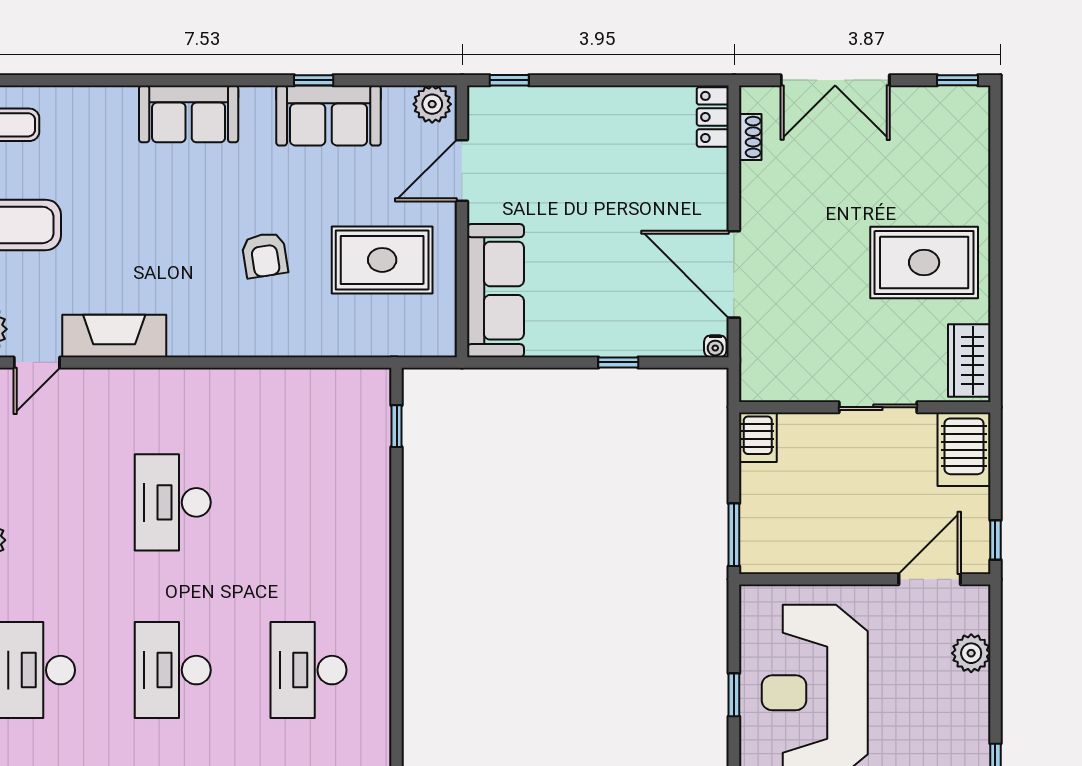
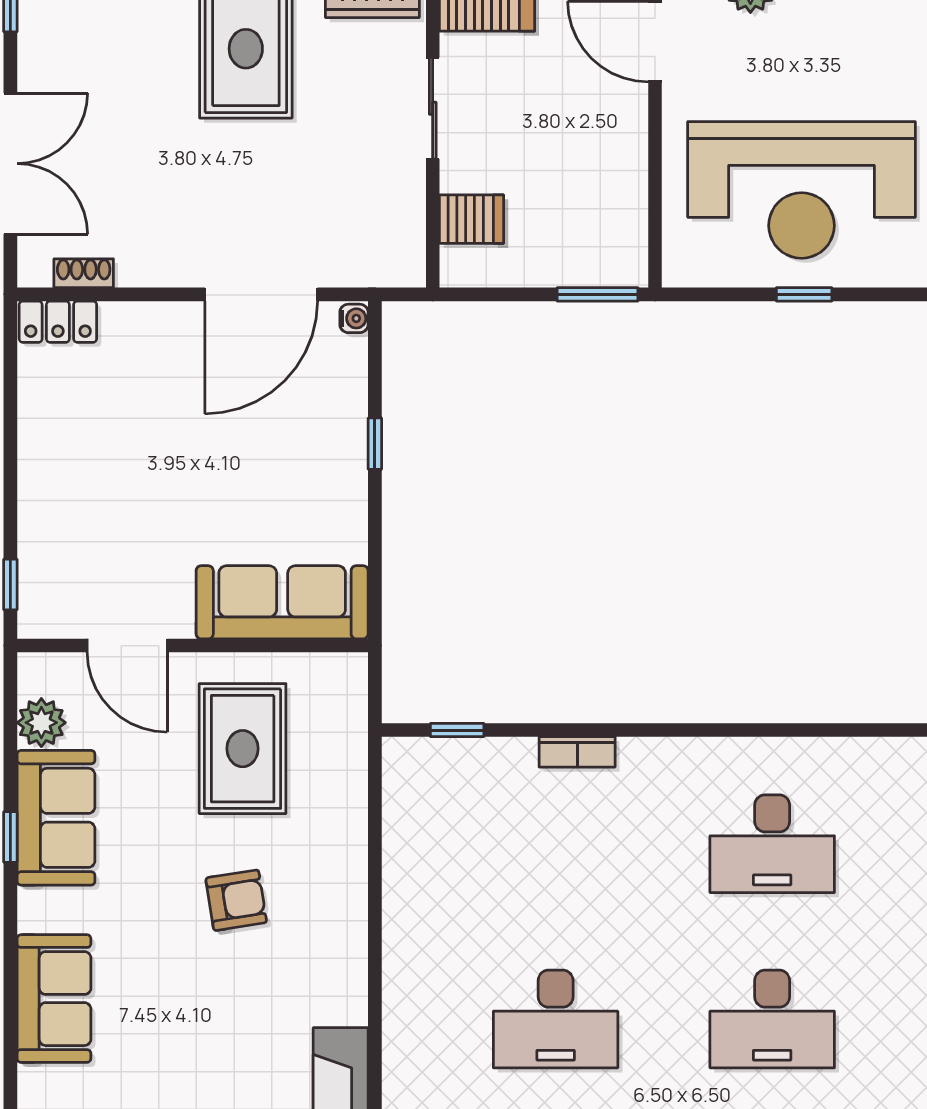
plant: (432, 104) -> (41, 723), moved
server rack: (758, 437) -> (471, 219), moved
bookcase: (380, 519) -> (577, 752), added

